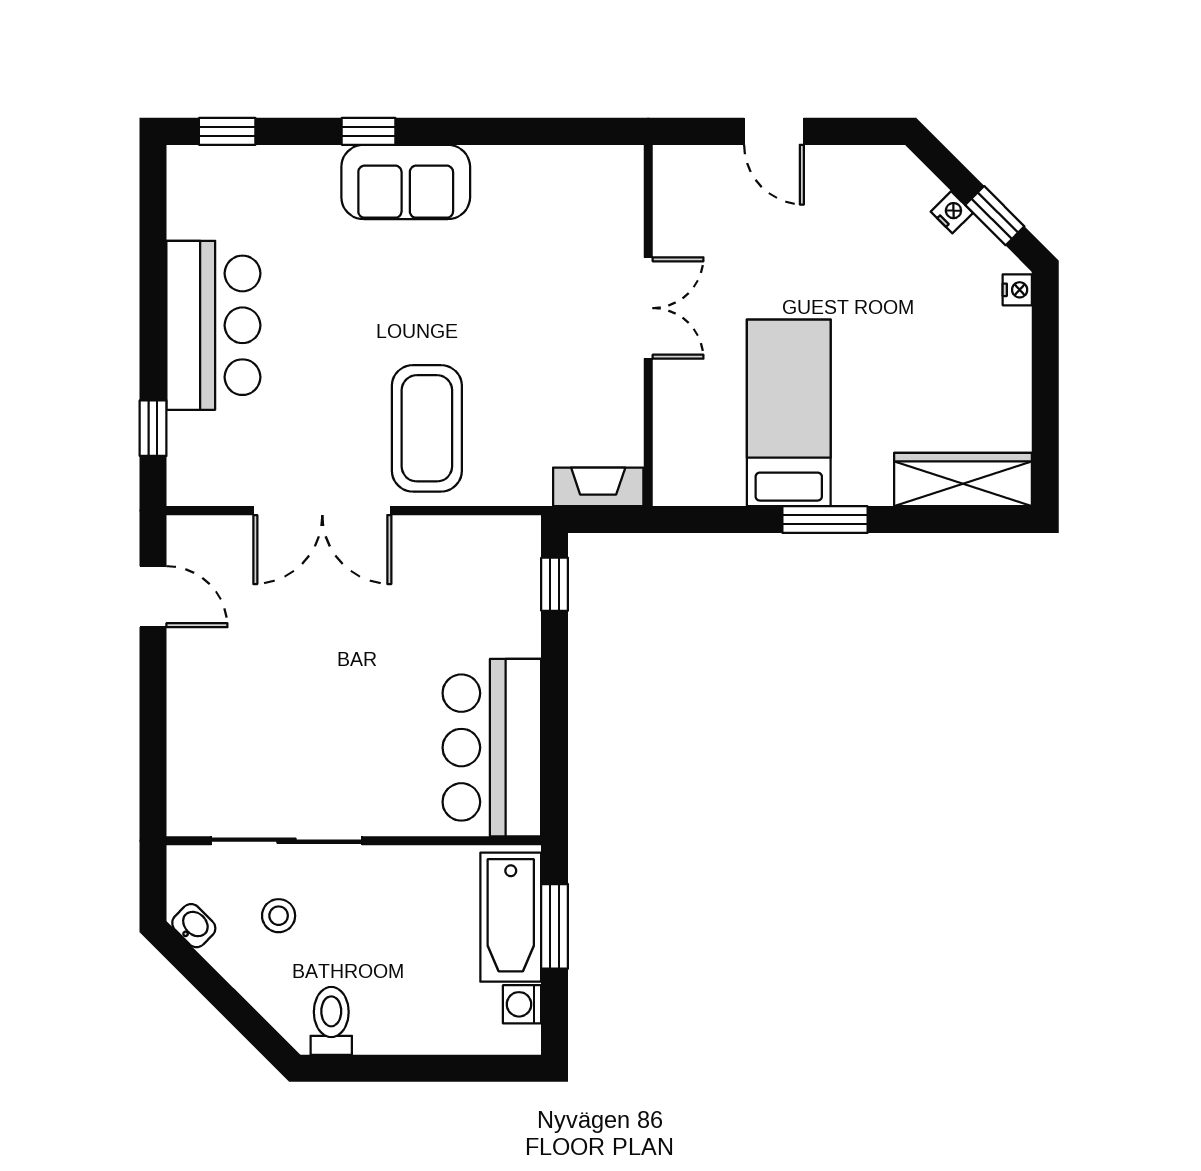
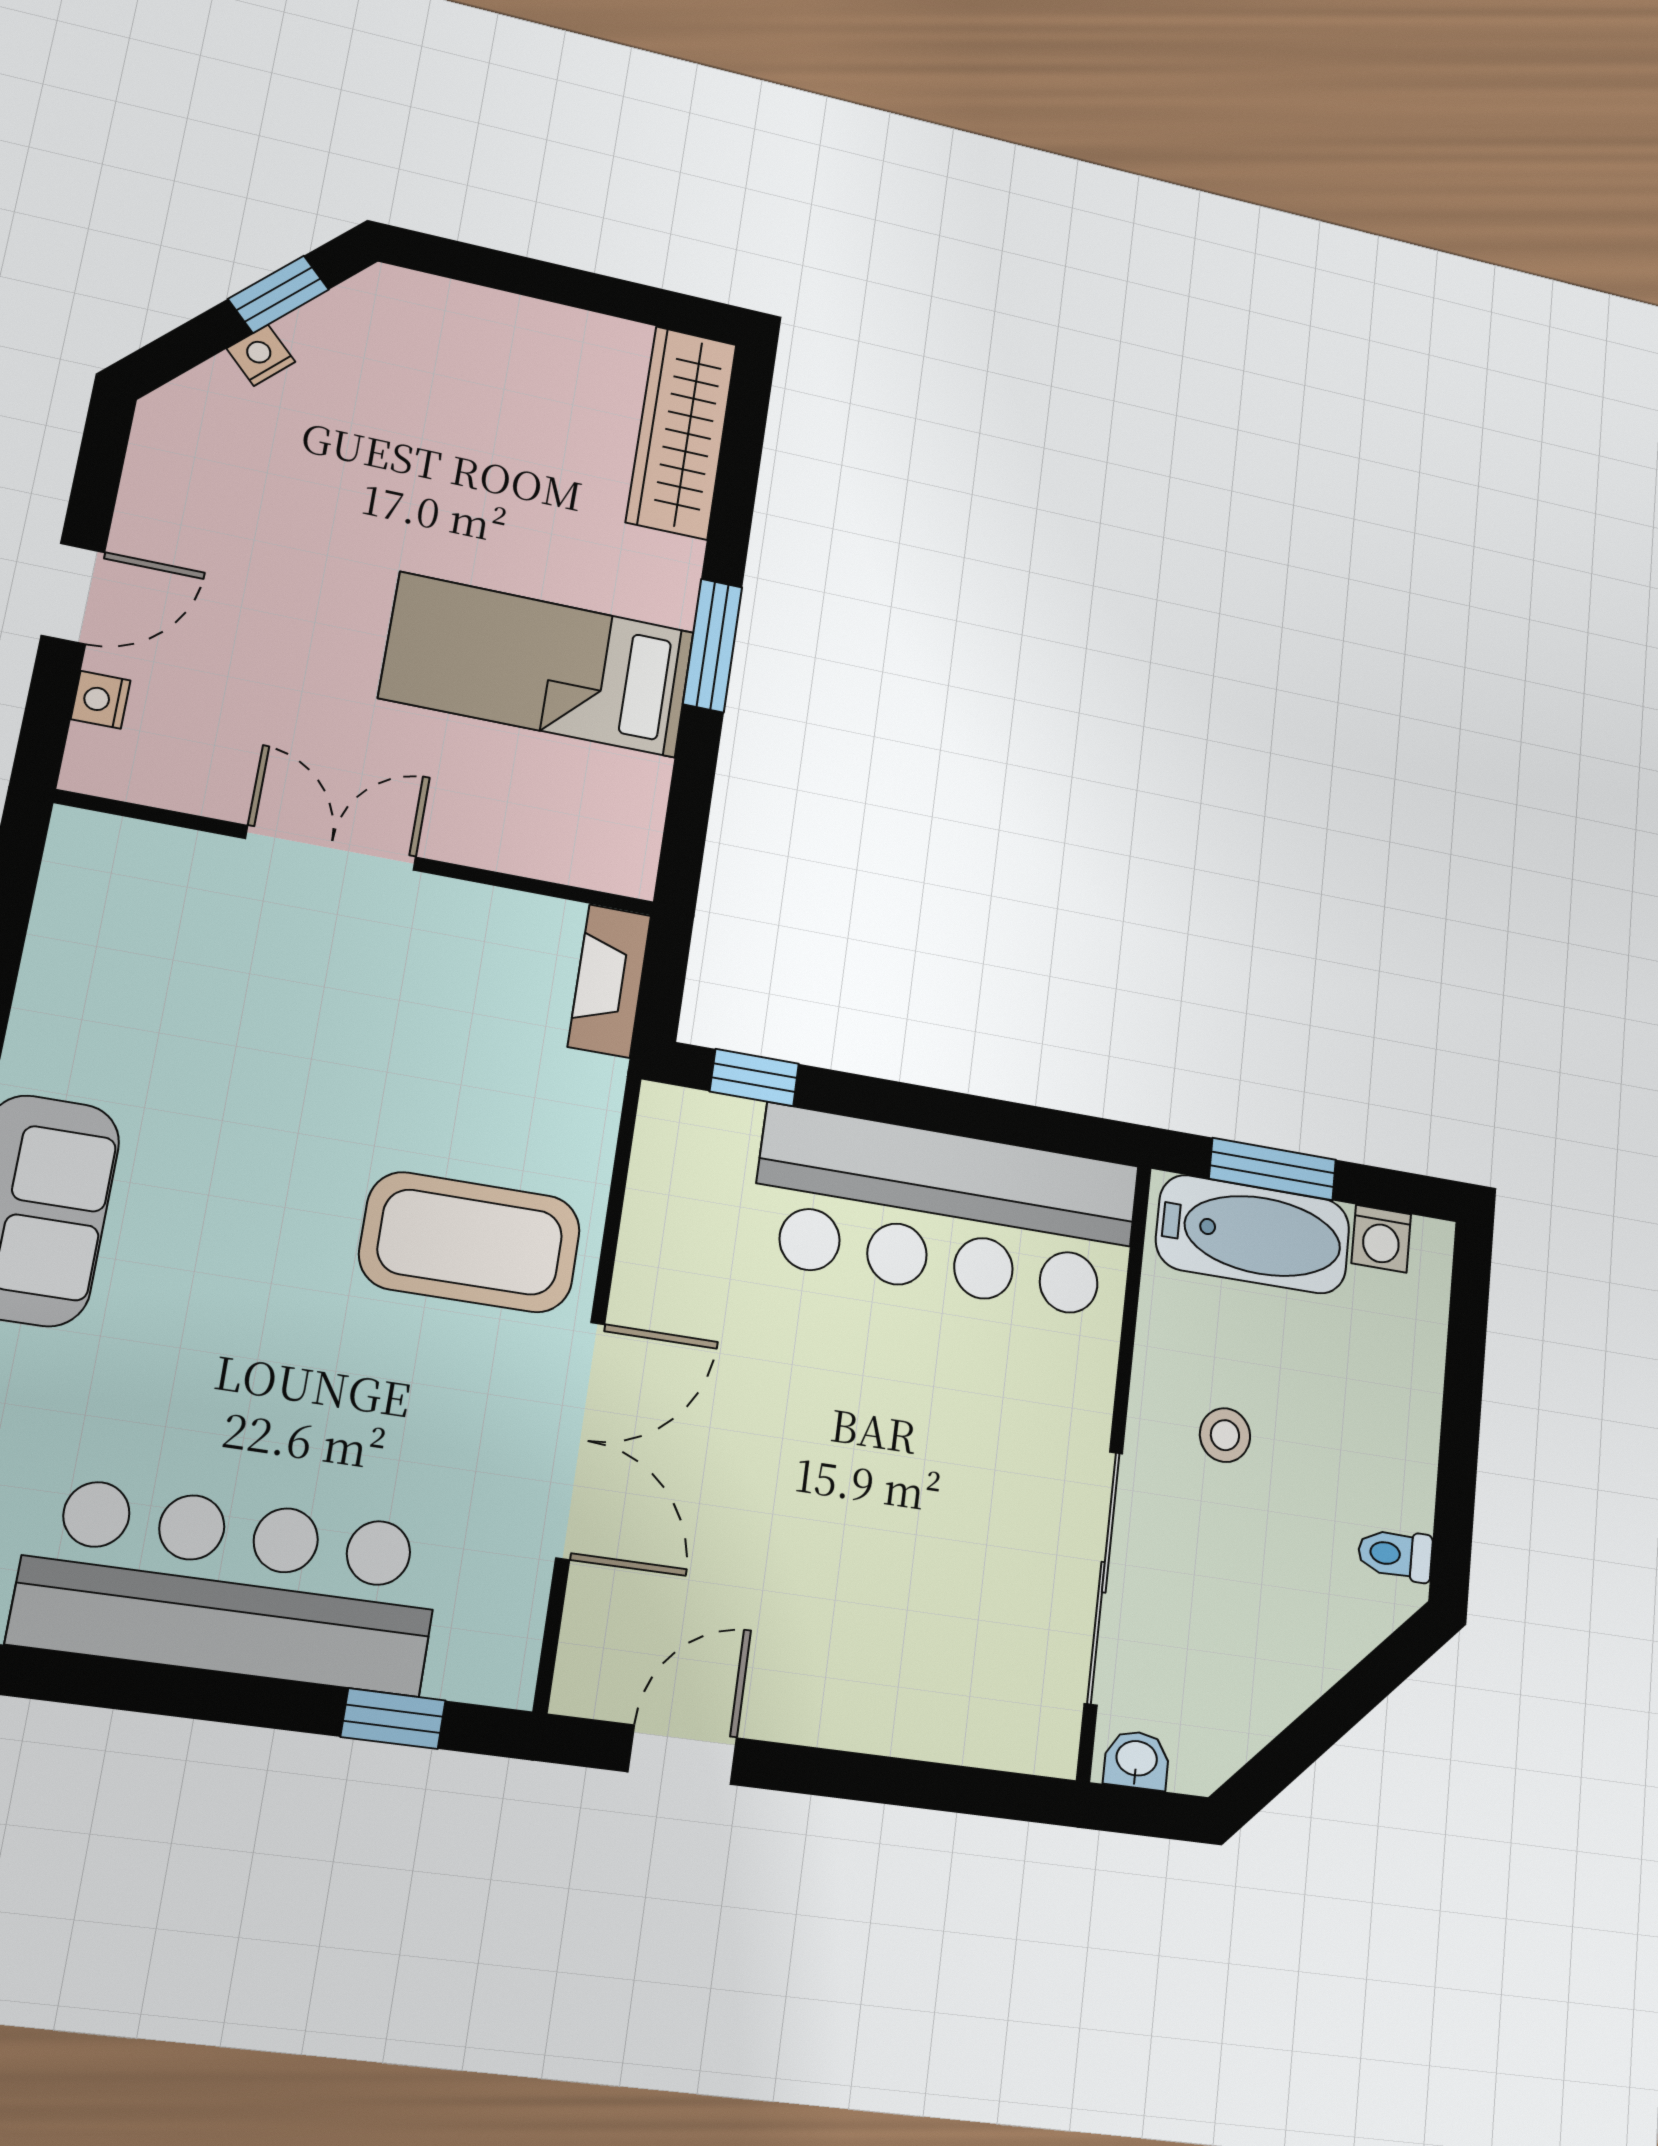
nightstand: (1017, 290) -> (101, 700), moved, turned -90
bar counter: (213, 325) -> (230, 1586), width x1.36
bar counter: (492, 748) -> (946, 1212), width x1.36
stool: (279, 916) -> (1225, 1435), moved
washbasin: (194, 926) -> (1137, 1760), moved, turned 45
toilet: (331, 1021) -> (1395, 1555), width x0.73, depth x0.72

